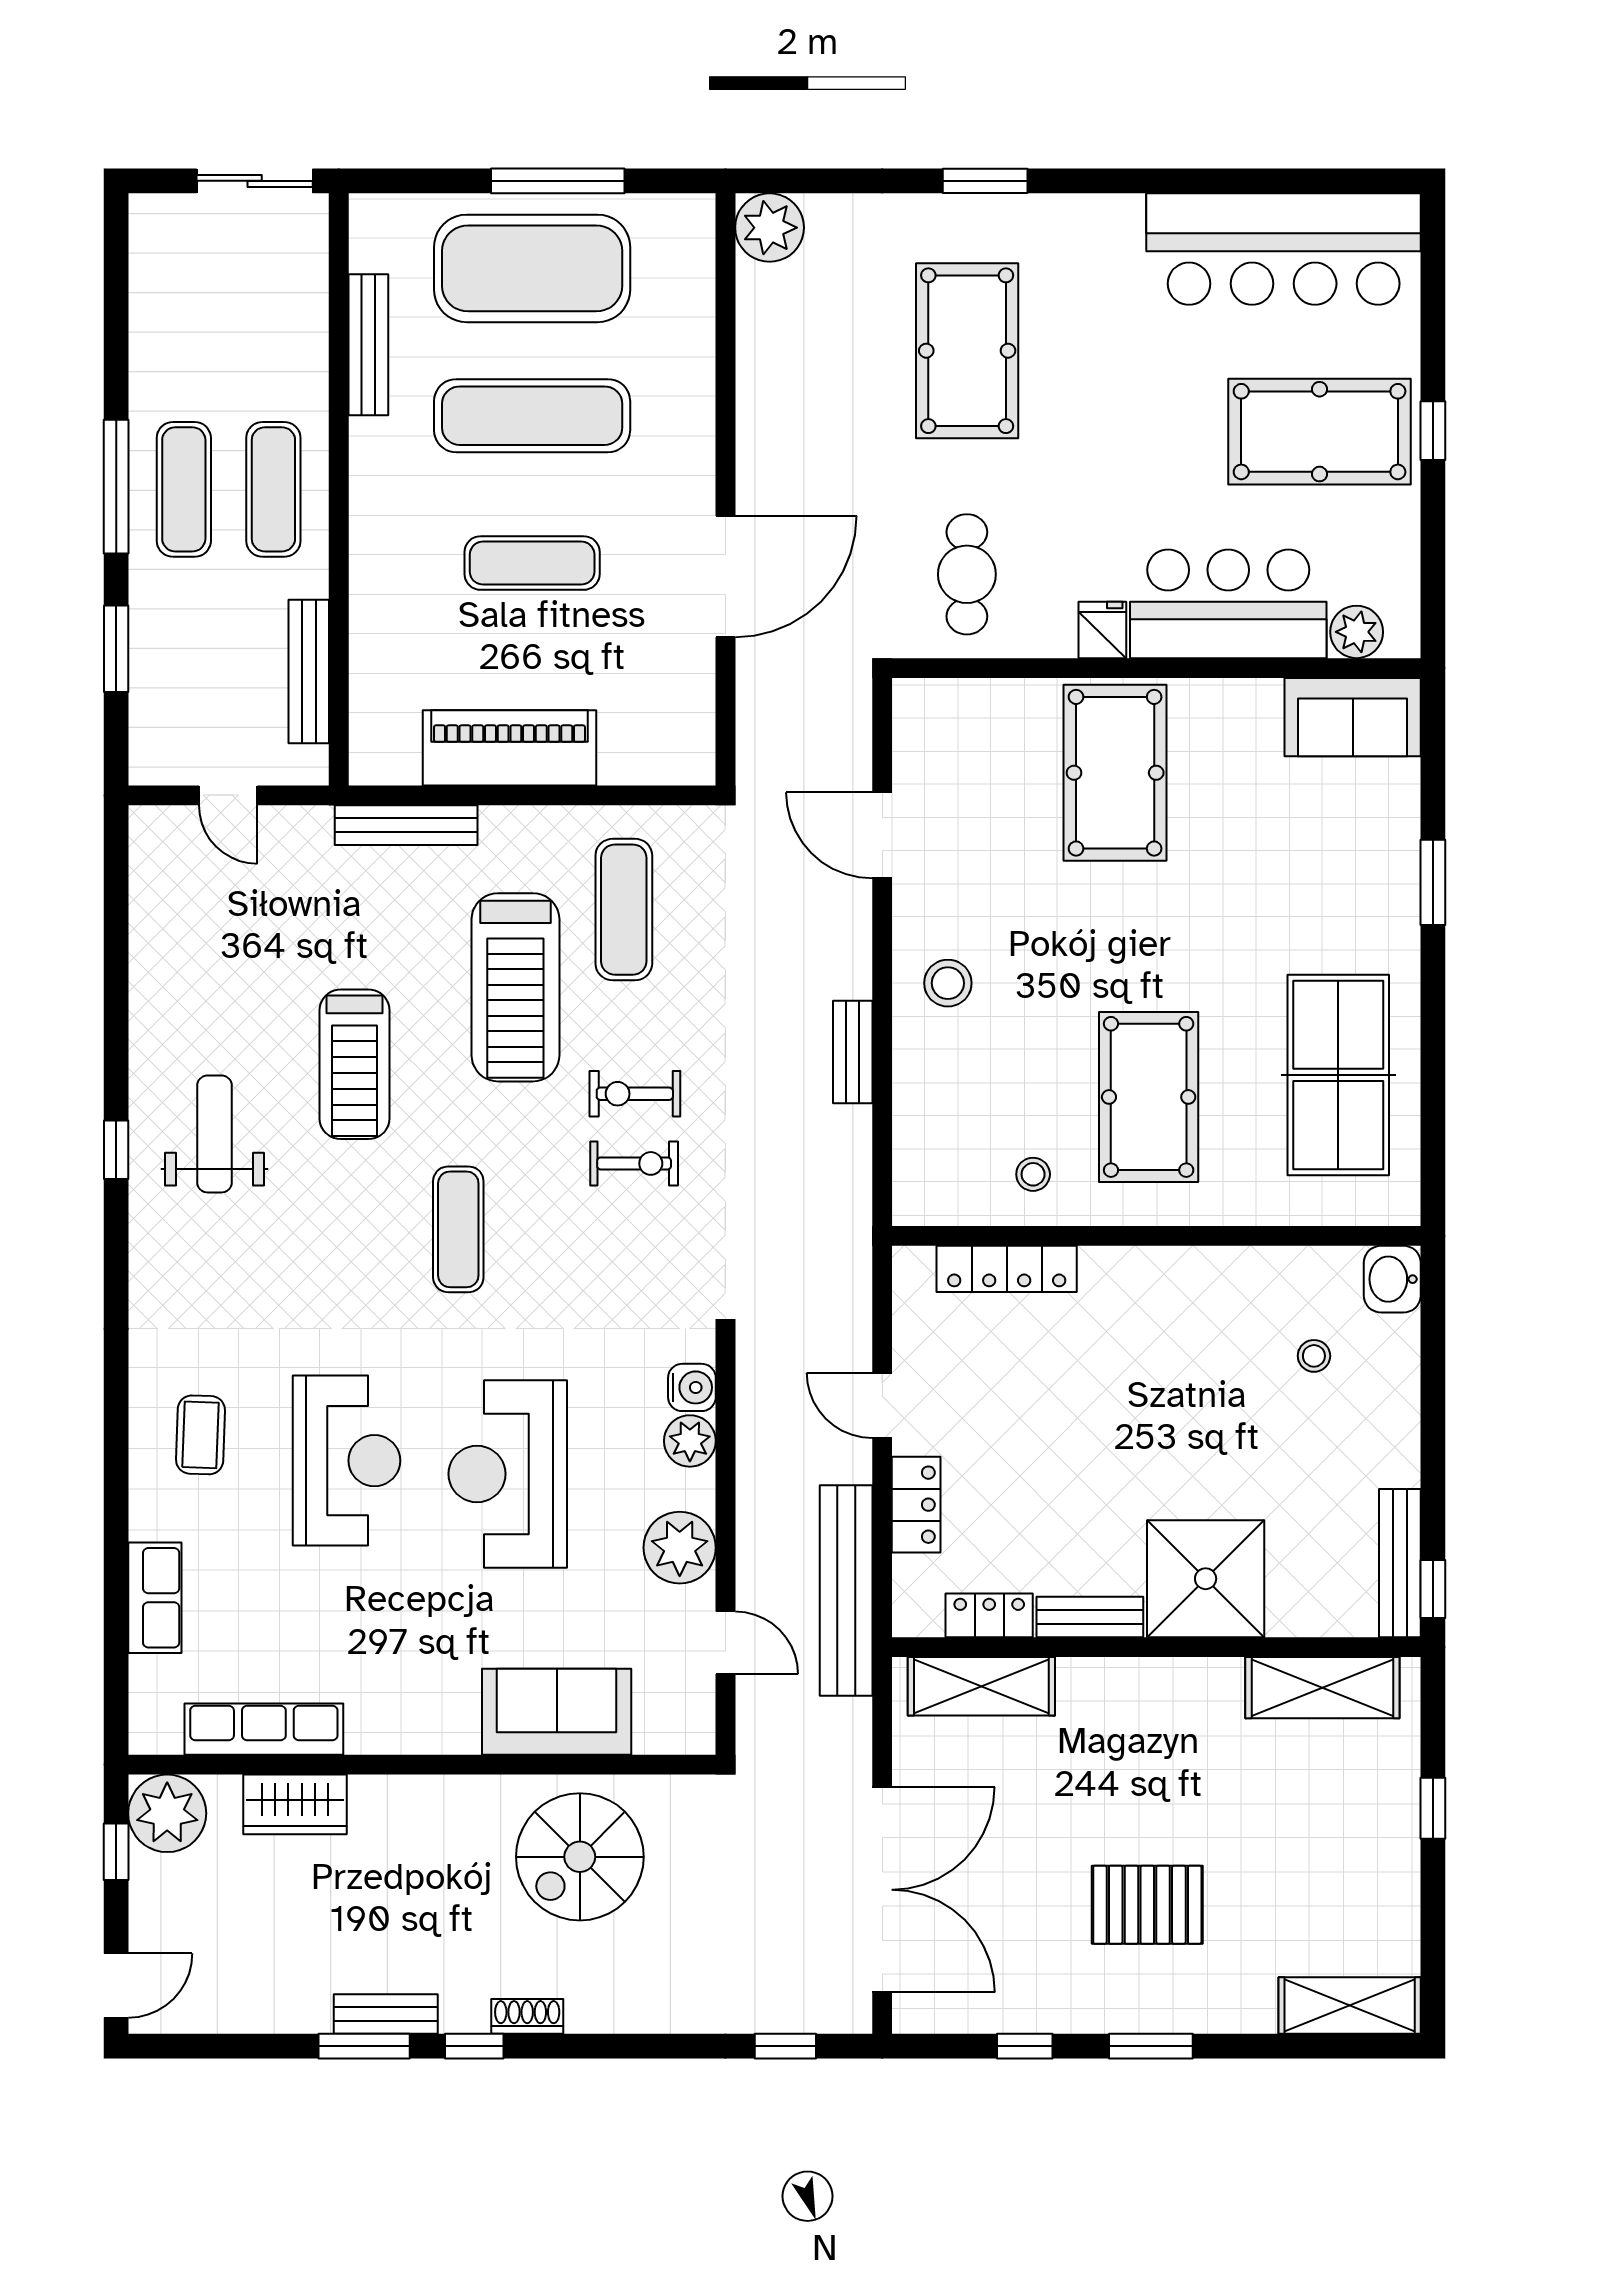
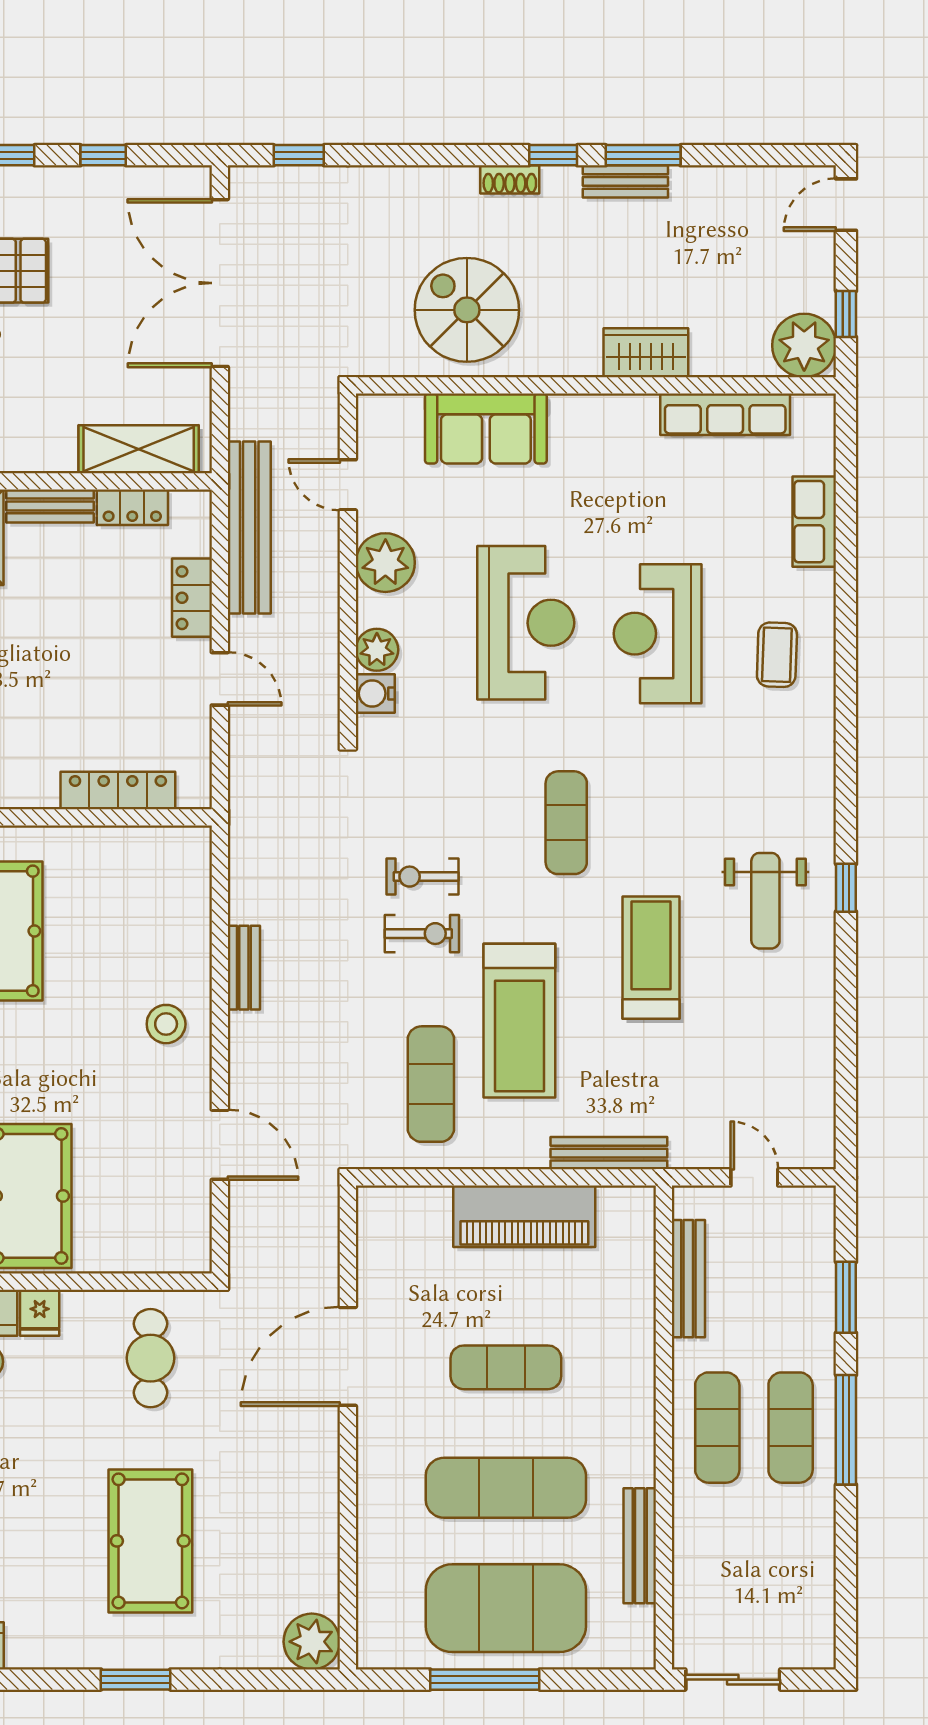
treadmill: (515, 987) -> (519, 1021), turned 180
stool: (1033, 1174) -> (96, 868), removed
wardrobe: (295, 1804) -> (646, 353), moved
spiral stairs: (580, 1857) -> (467, 310), turned -90

